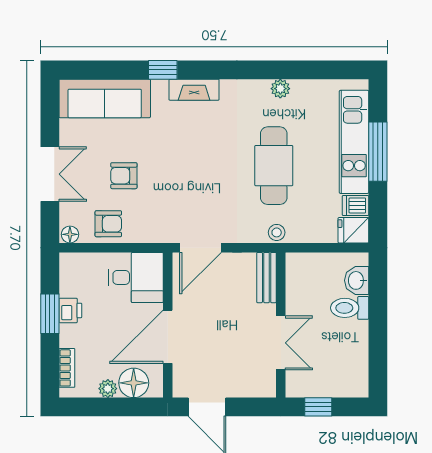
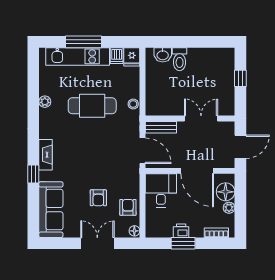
bench: (267, 278) -> (161, 127), moved
wall: (281, 325) -> (190, 118), moved
double door: (281, 343) -> (201, 118), moved

